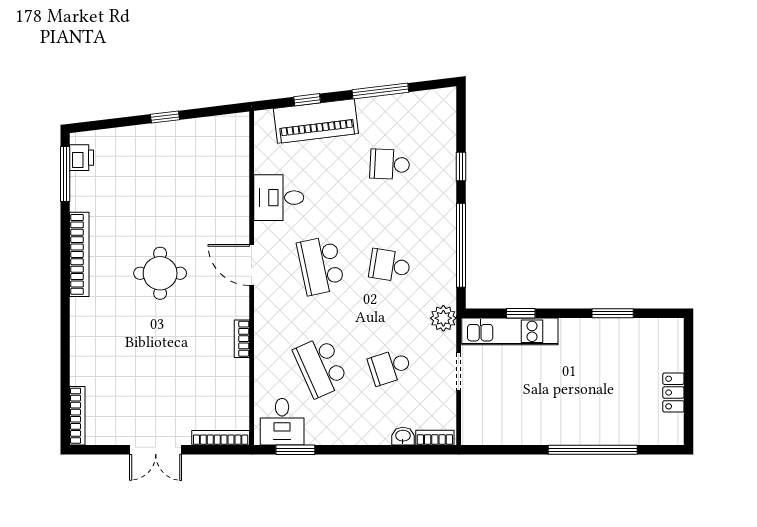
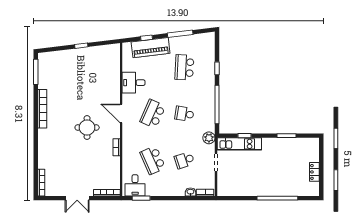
printer: (82, 158) -> (43, 64), removed
school desk: (390, 164) -> (184, 67), width x1.85
school desk: (321, 266) -> (153, 114), turned 36
round table: (160, 273) -> (87, 128), moved

